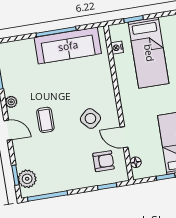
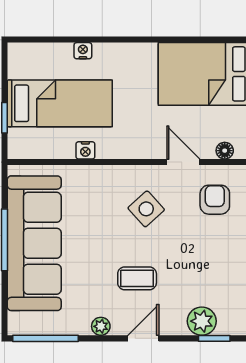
sofa: (68, 46) -> (34, 243), width x1.36, depth x1.27
nightstand: (117, 48) -> (85, 150), moved
door: (124, 137) -> (183, 162), swing flipped
plant: (27, 179) -> (202, 321), moved

